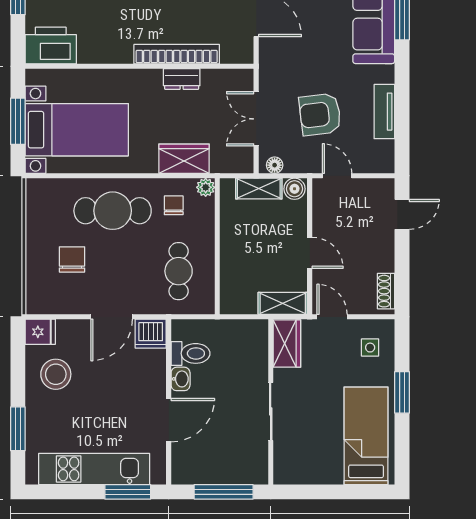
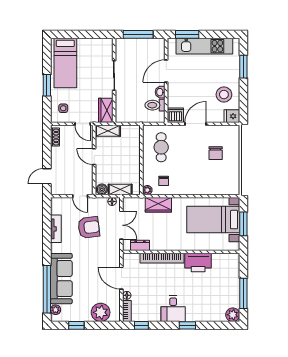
printer: (51, 46) -> (198, 263), moved
dresser: (182, 79) -> (140, 245), moved
cafe table: (113, 211) -> (195, 178), removed

